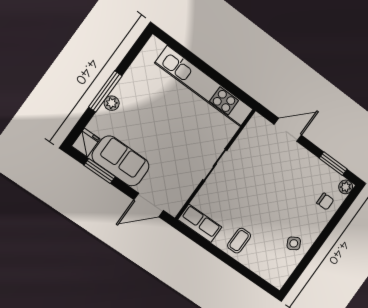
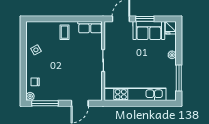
window: (105, 91) -> (179, 78), moved
window: (333, 164) -> (45, 103), width x1.44
window: (100, 171) -> (145, 19), moved

